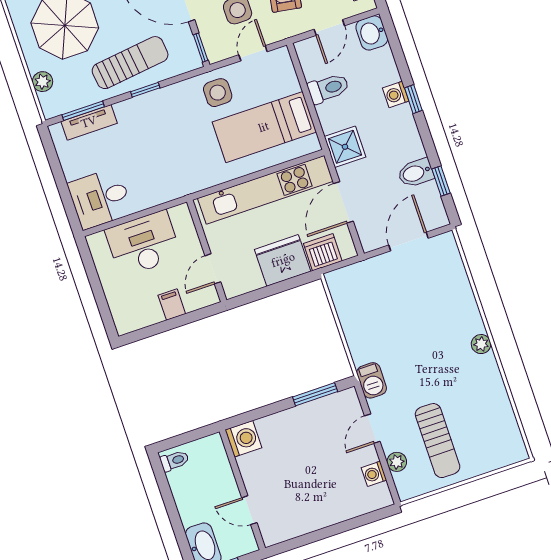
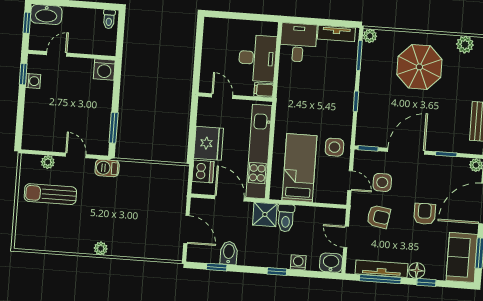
sun lounger: (130, 63) -> (378, 99), removed
plant: (43, 82) -> (370, 36), moved
toilet: (328, 88) -> (286, 218), moved
washing machine: (396, 94) -> (298, 262), moved
tv unit: (89, 122) -> (336, 33), moved, turned -90
filing cabinet: (172, 305) -> (264, 90), moved, turned 180
washing machine: (374, 474) -> (33, 81), moved, turned 90
window: (295, 543) -> (23, 74), added

